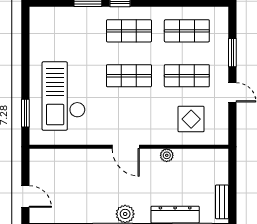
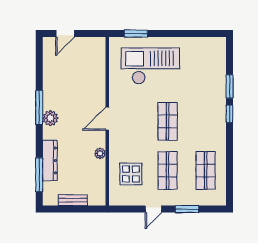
shop shelf: (129, 31) -> (206, 121), removed
bench: (222, 202) -> (73, 200), moved

